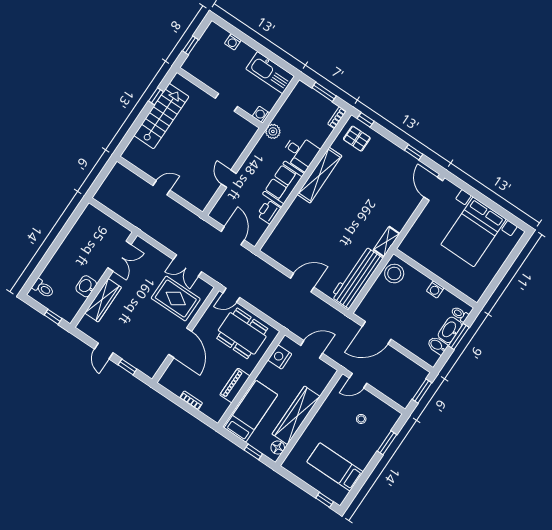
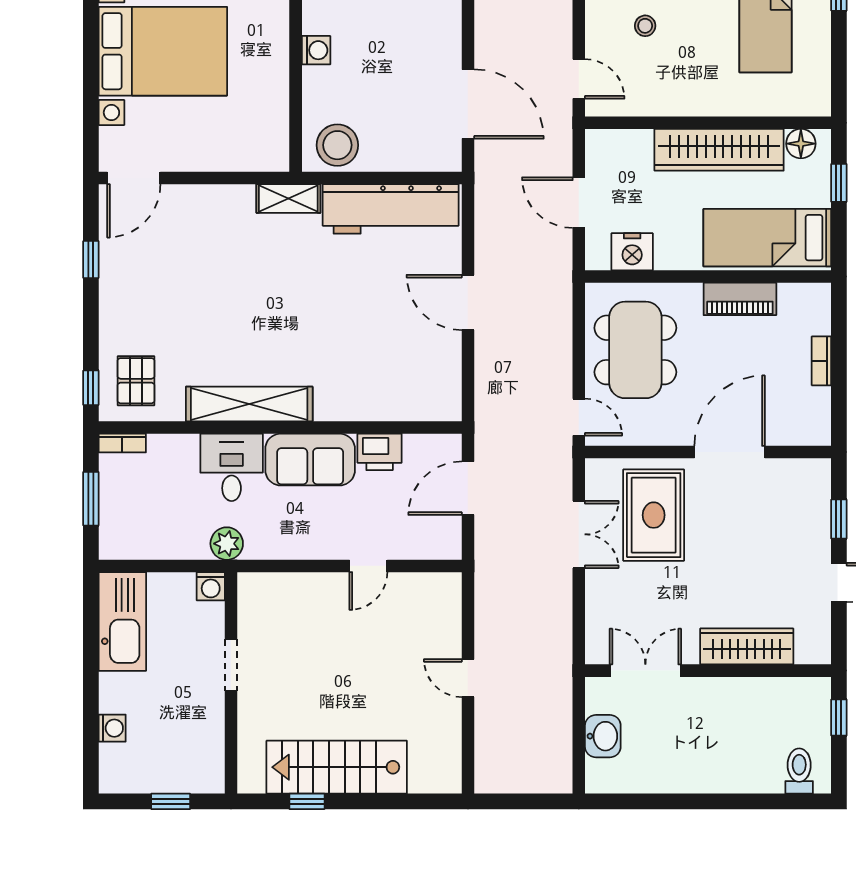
washbasin: (86, 286) -> (603, 736), moved, turned -90

